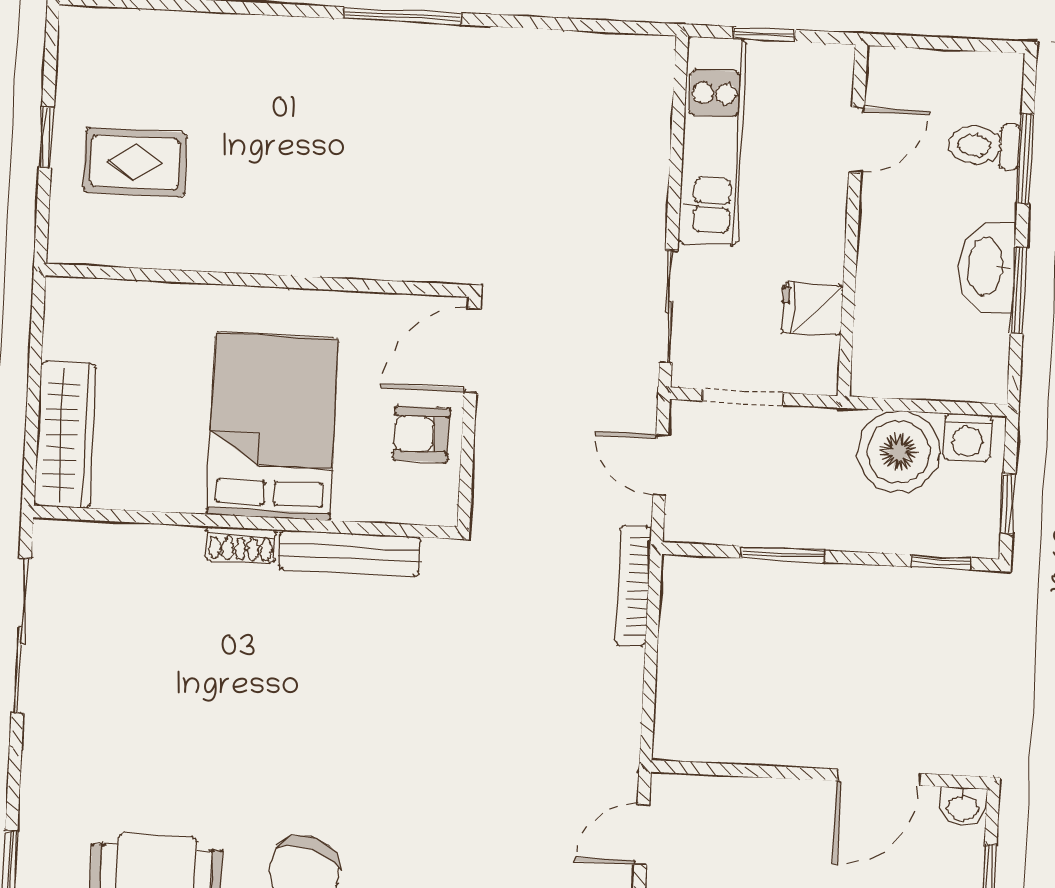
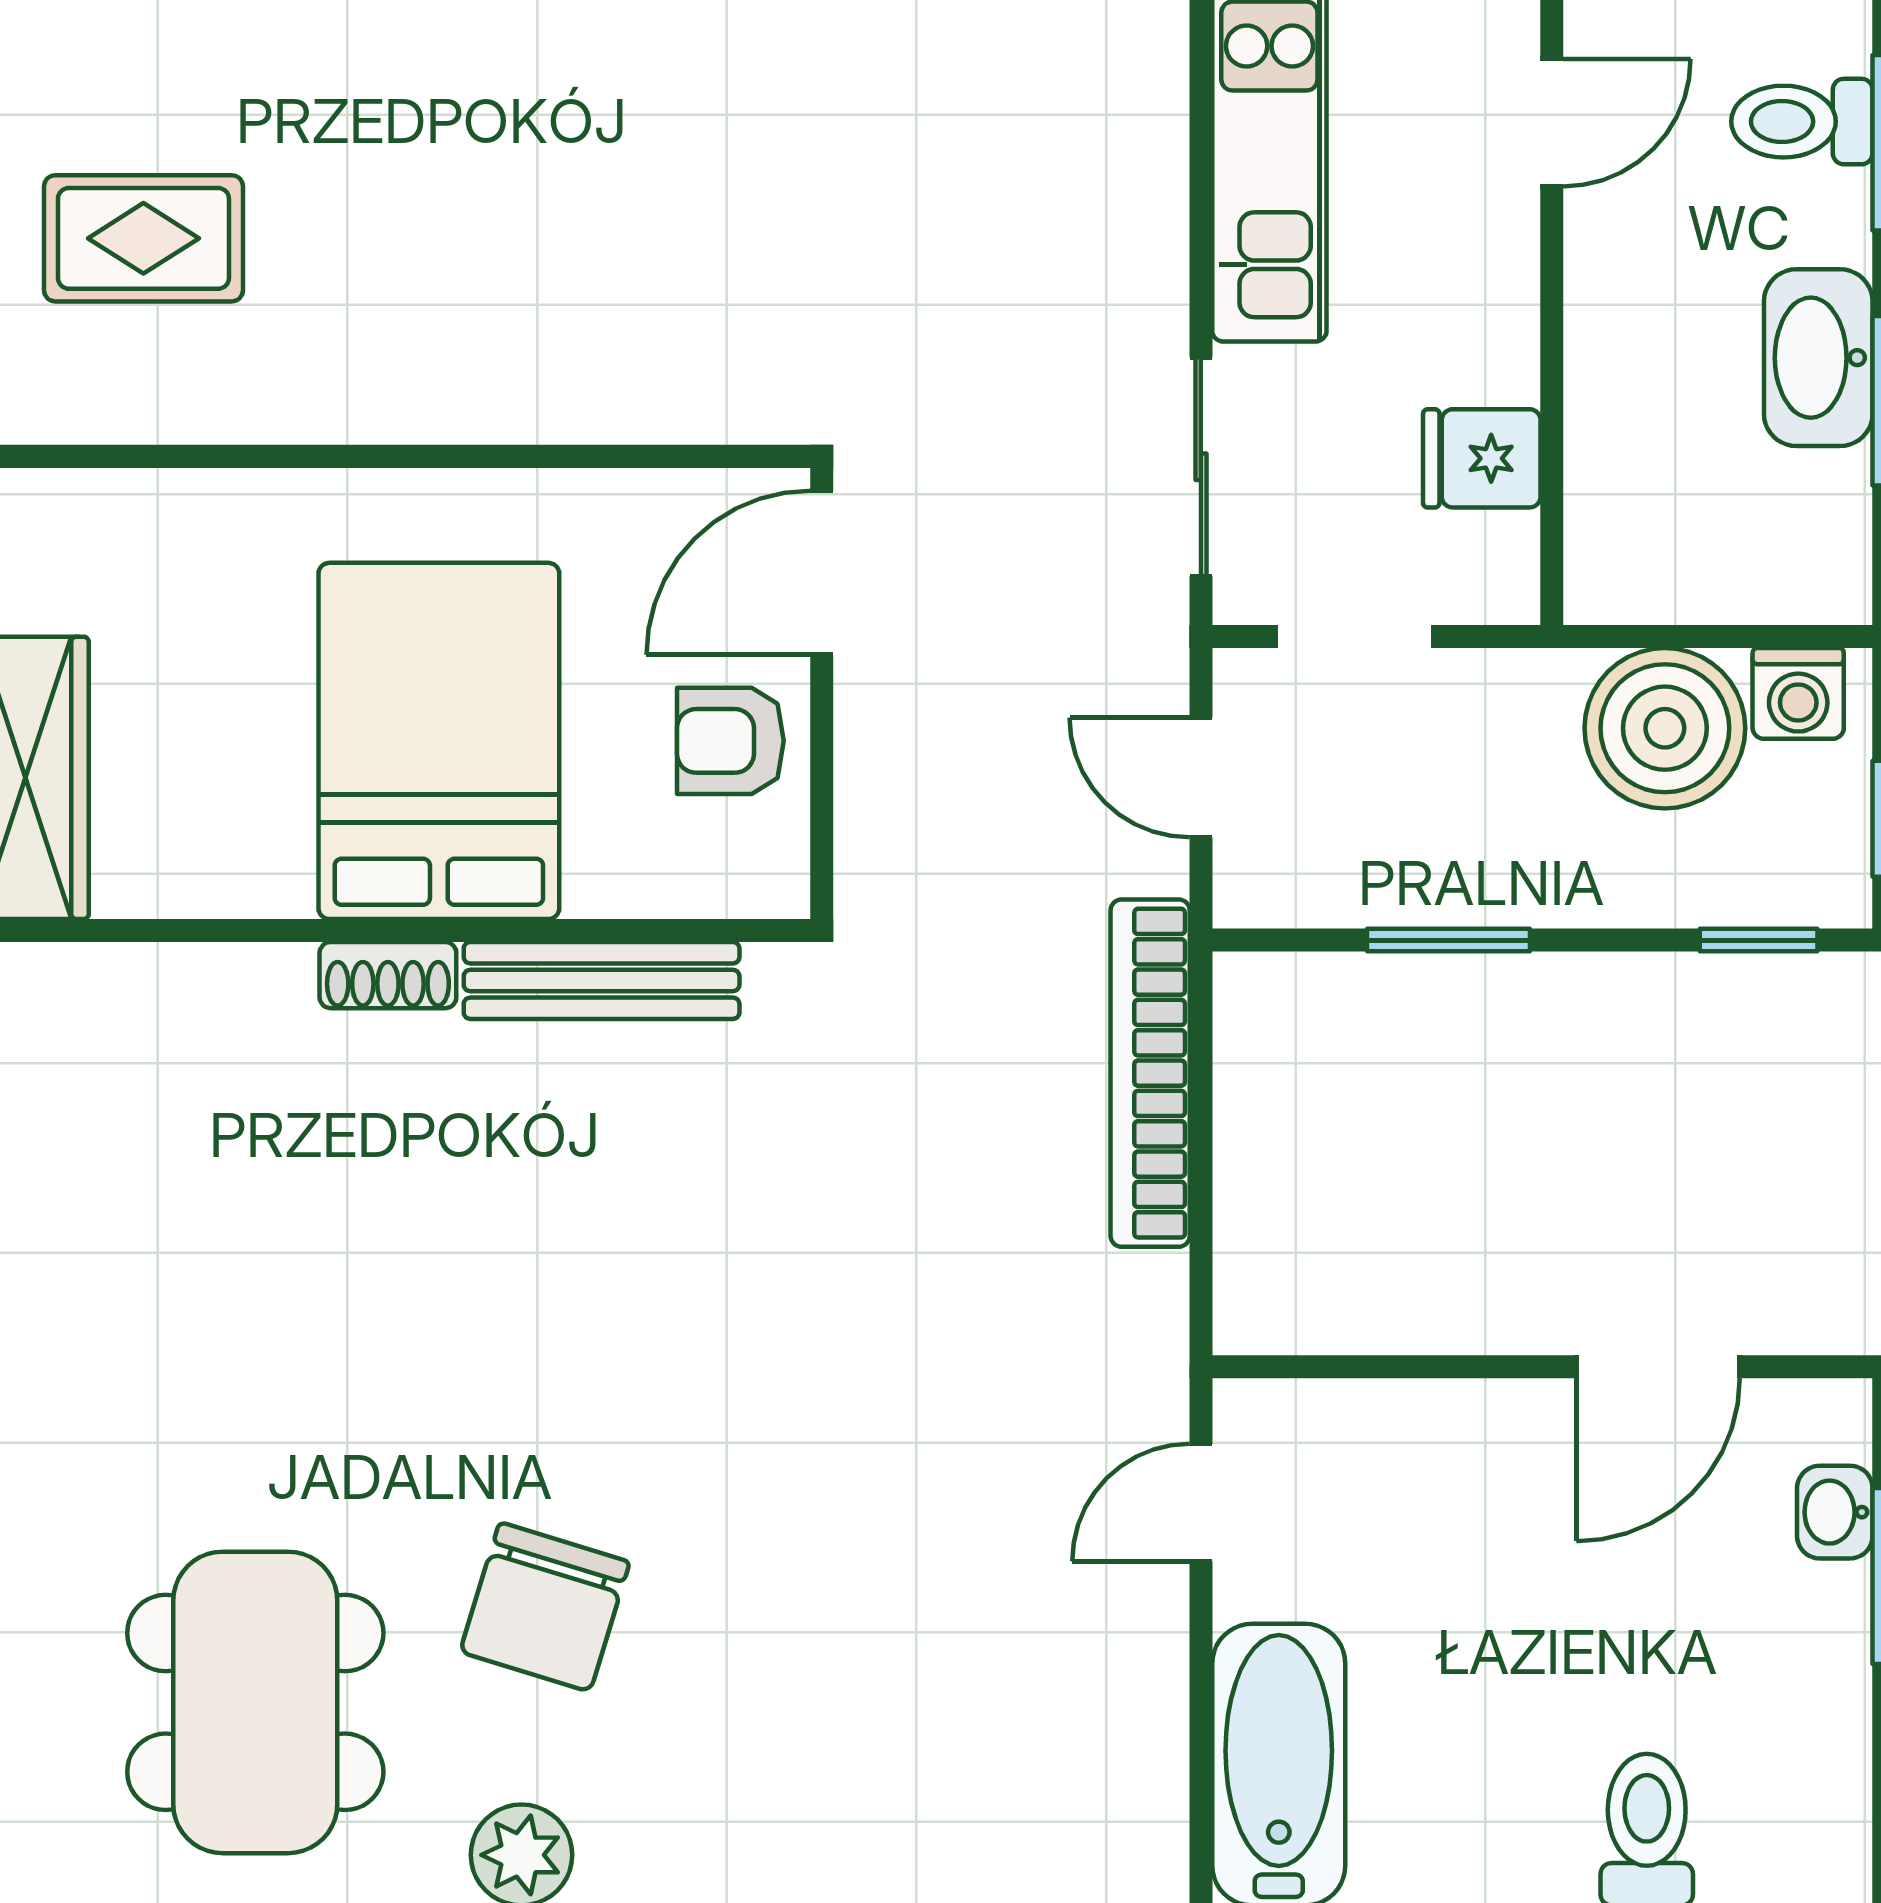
bookcase: (633, 586) -> (1150, 1073), width x1.48, depth x1.31
washbasin: (963, 807) -> (1835, 1512), moved, turned 90

